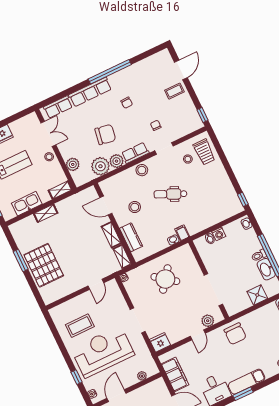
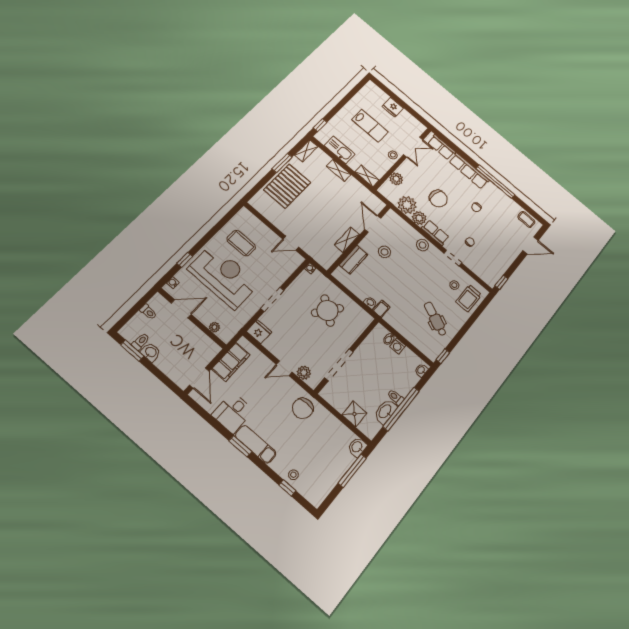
coffee table: (174, 91) -> (526, 219), moved
dental chair: (170, 194) -> (435, 319), moved
shelving: (122, 257) -> (306, 151), moved

